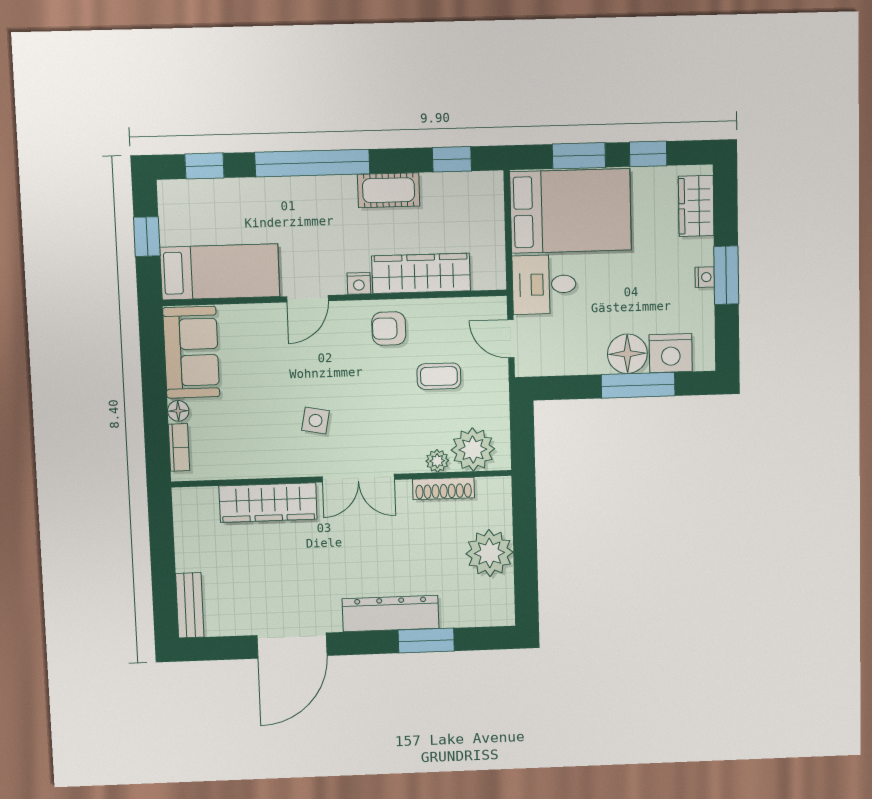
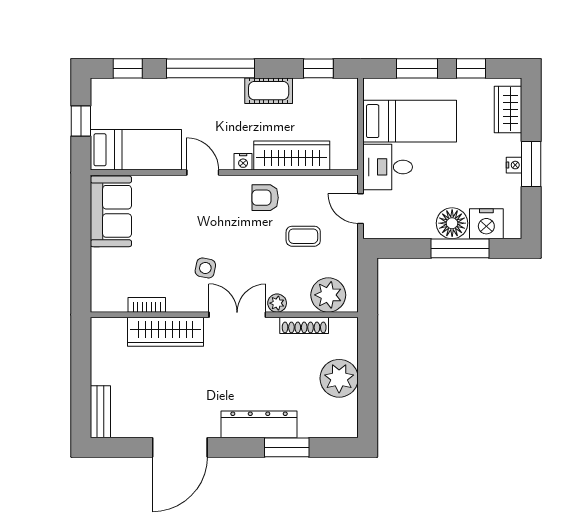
bed: (571, 211) -> (410, 121), width x0.67
door: (307, 299) -> (203, 173), swing flipped
floor lamp: (178, 411) -> (99, 257), removed
bookcase: (179, 447) -> (147, 305), moved, turned -90
plant: (437, 461) -> (277, 303), moved
double door: (358, 478) -> (237, 315), swing flipped

